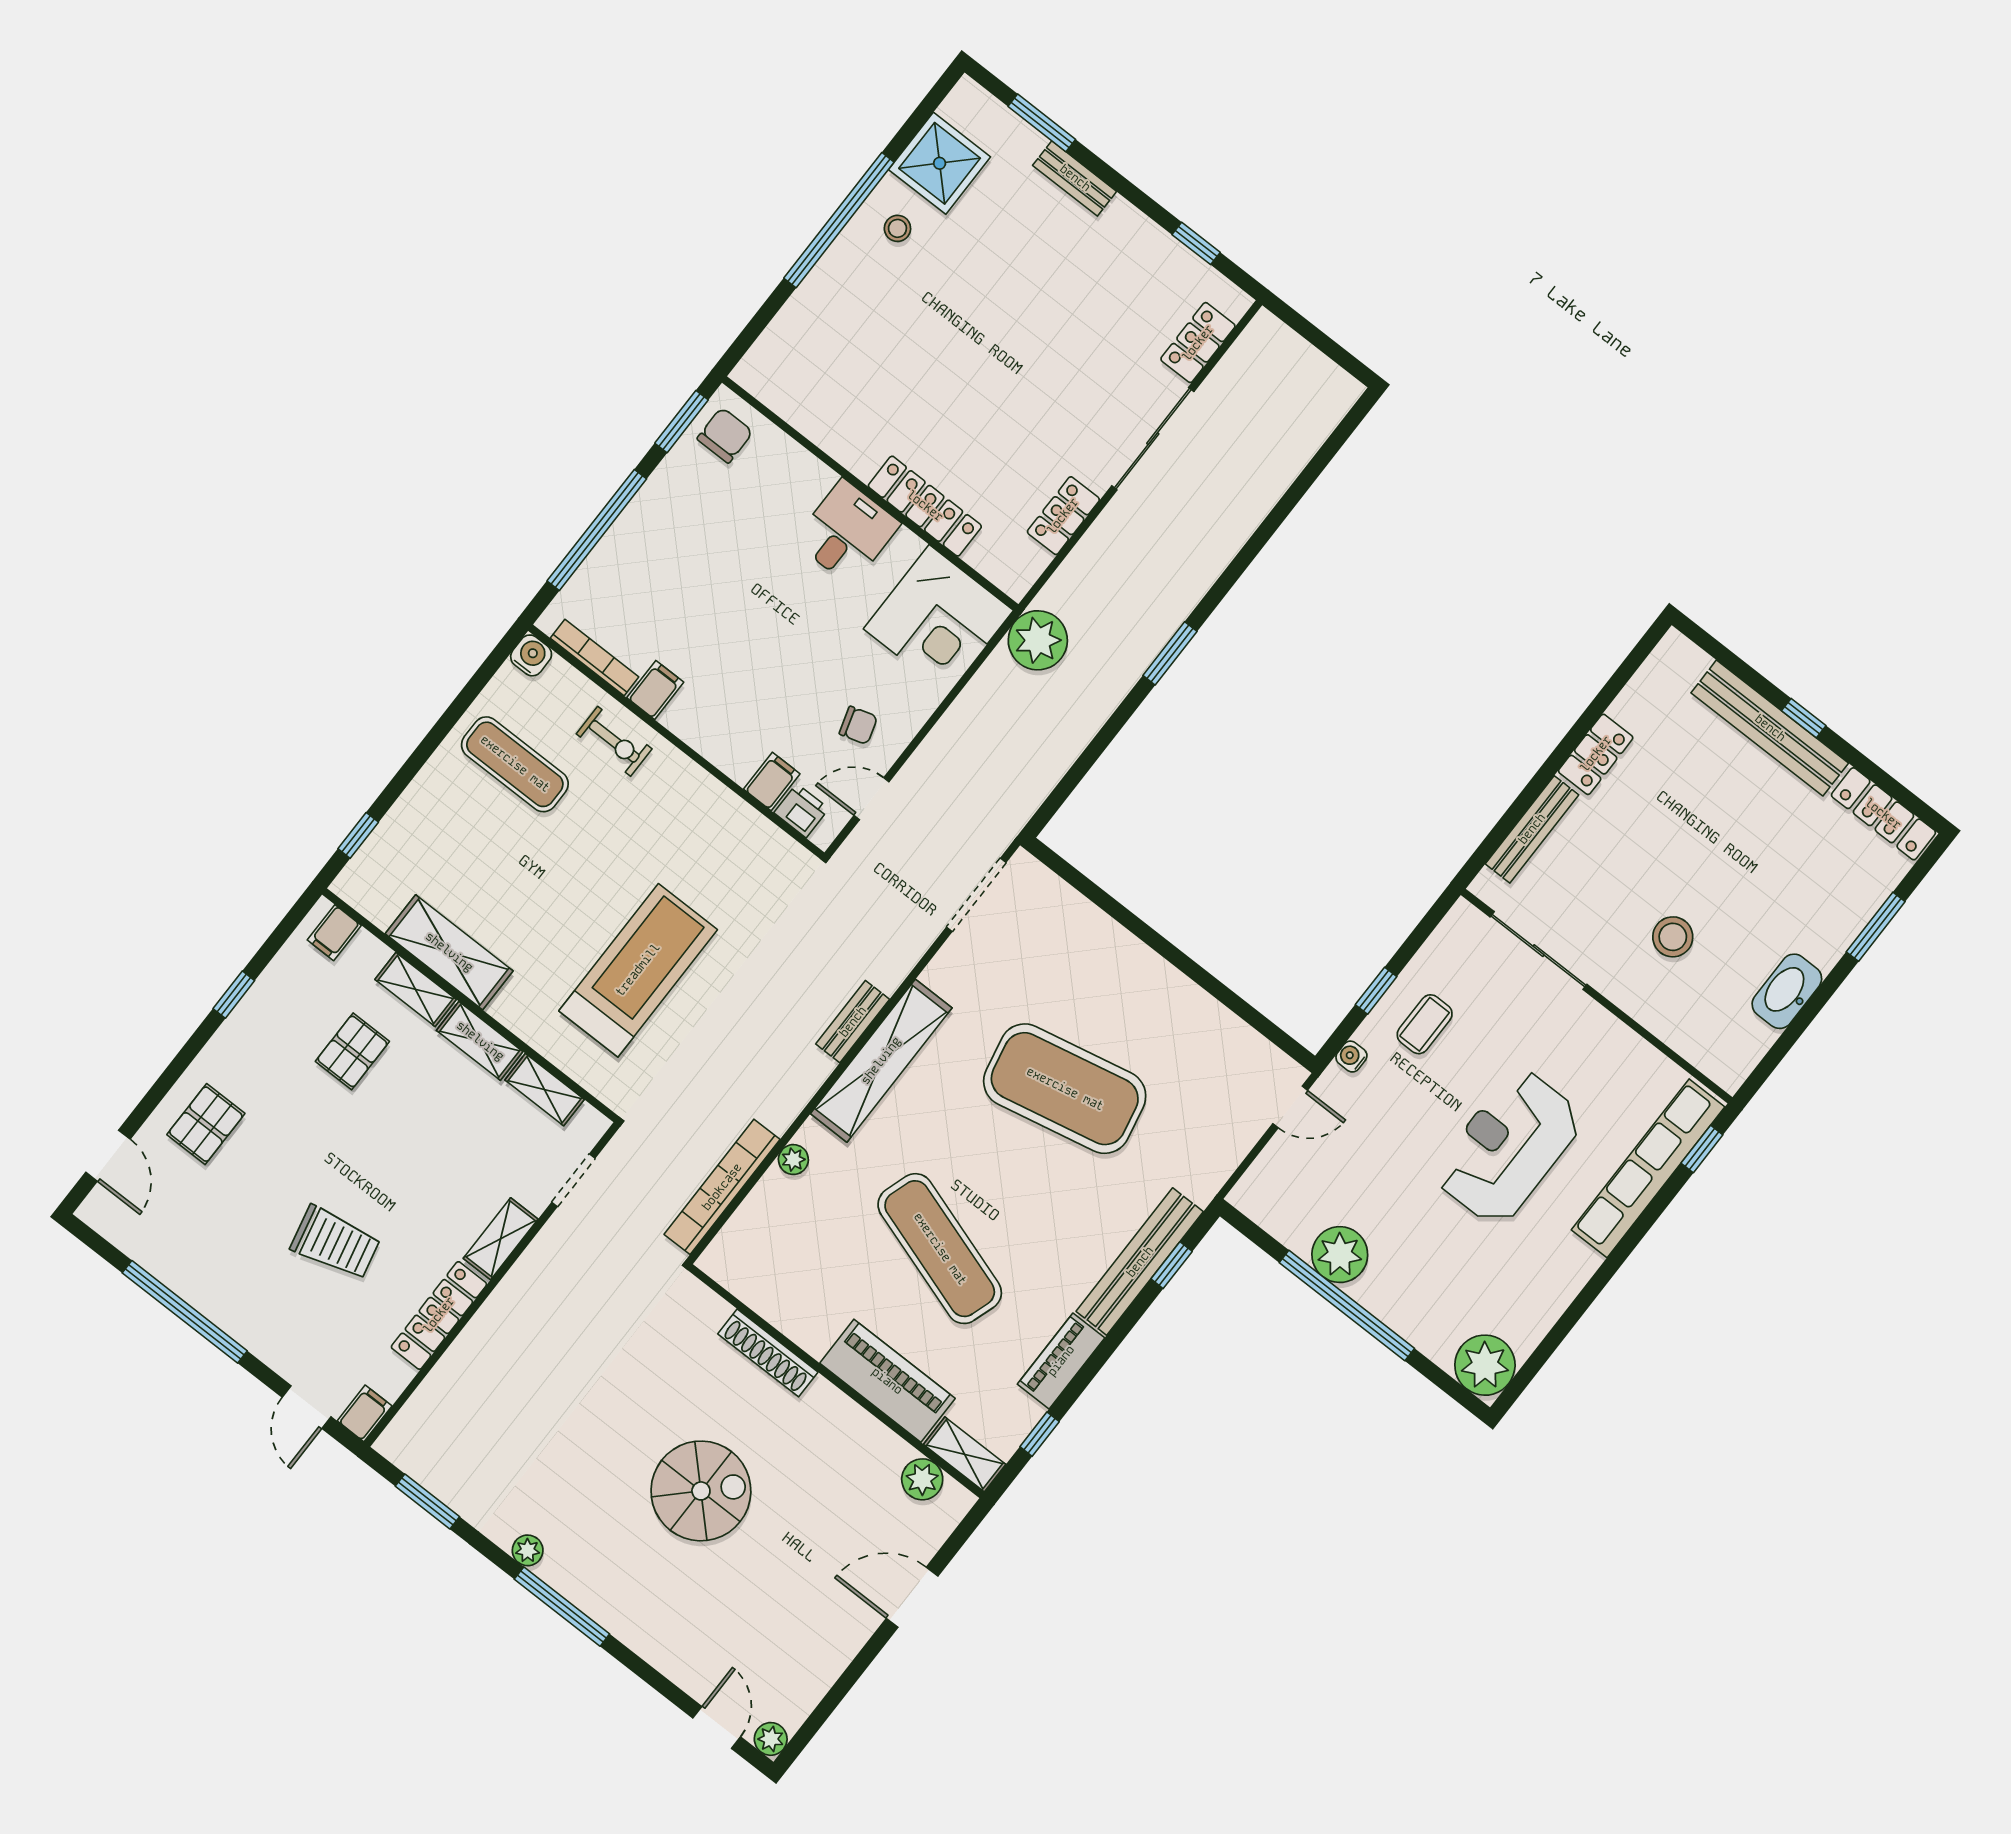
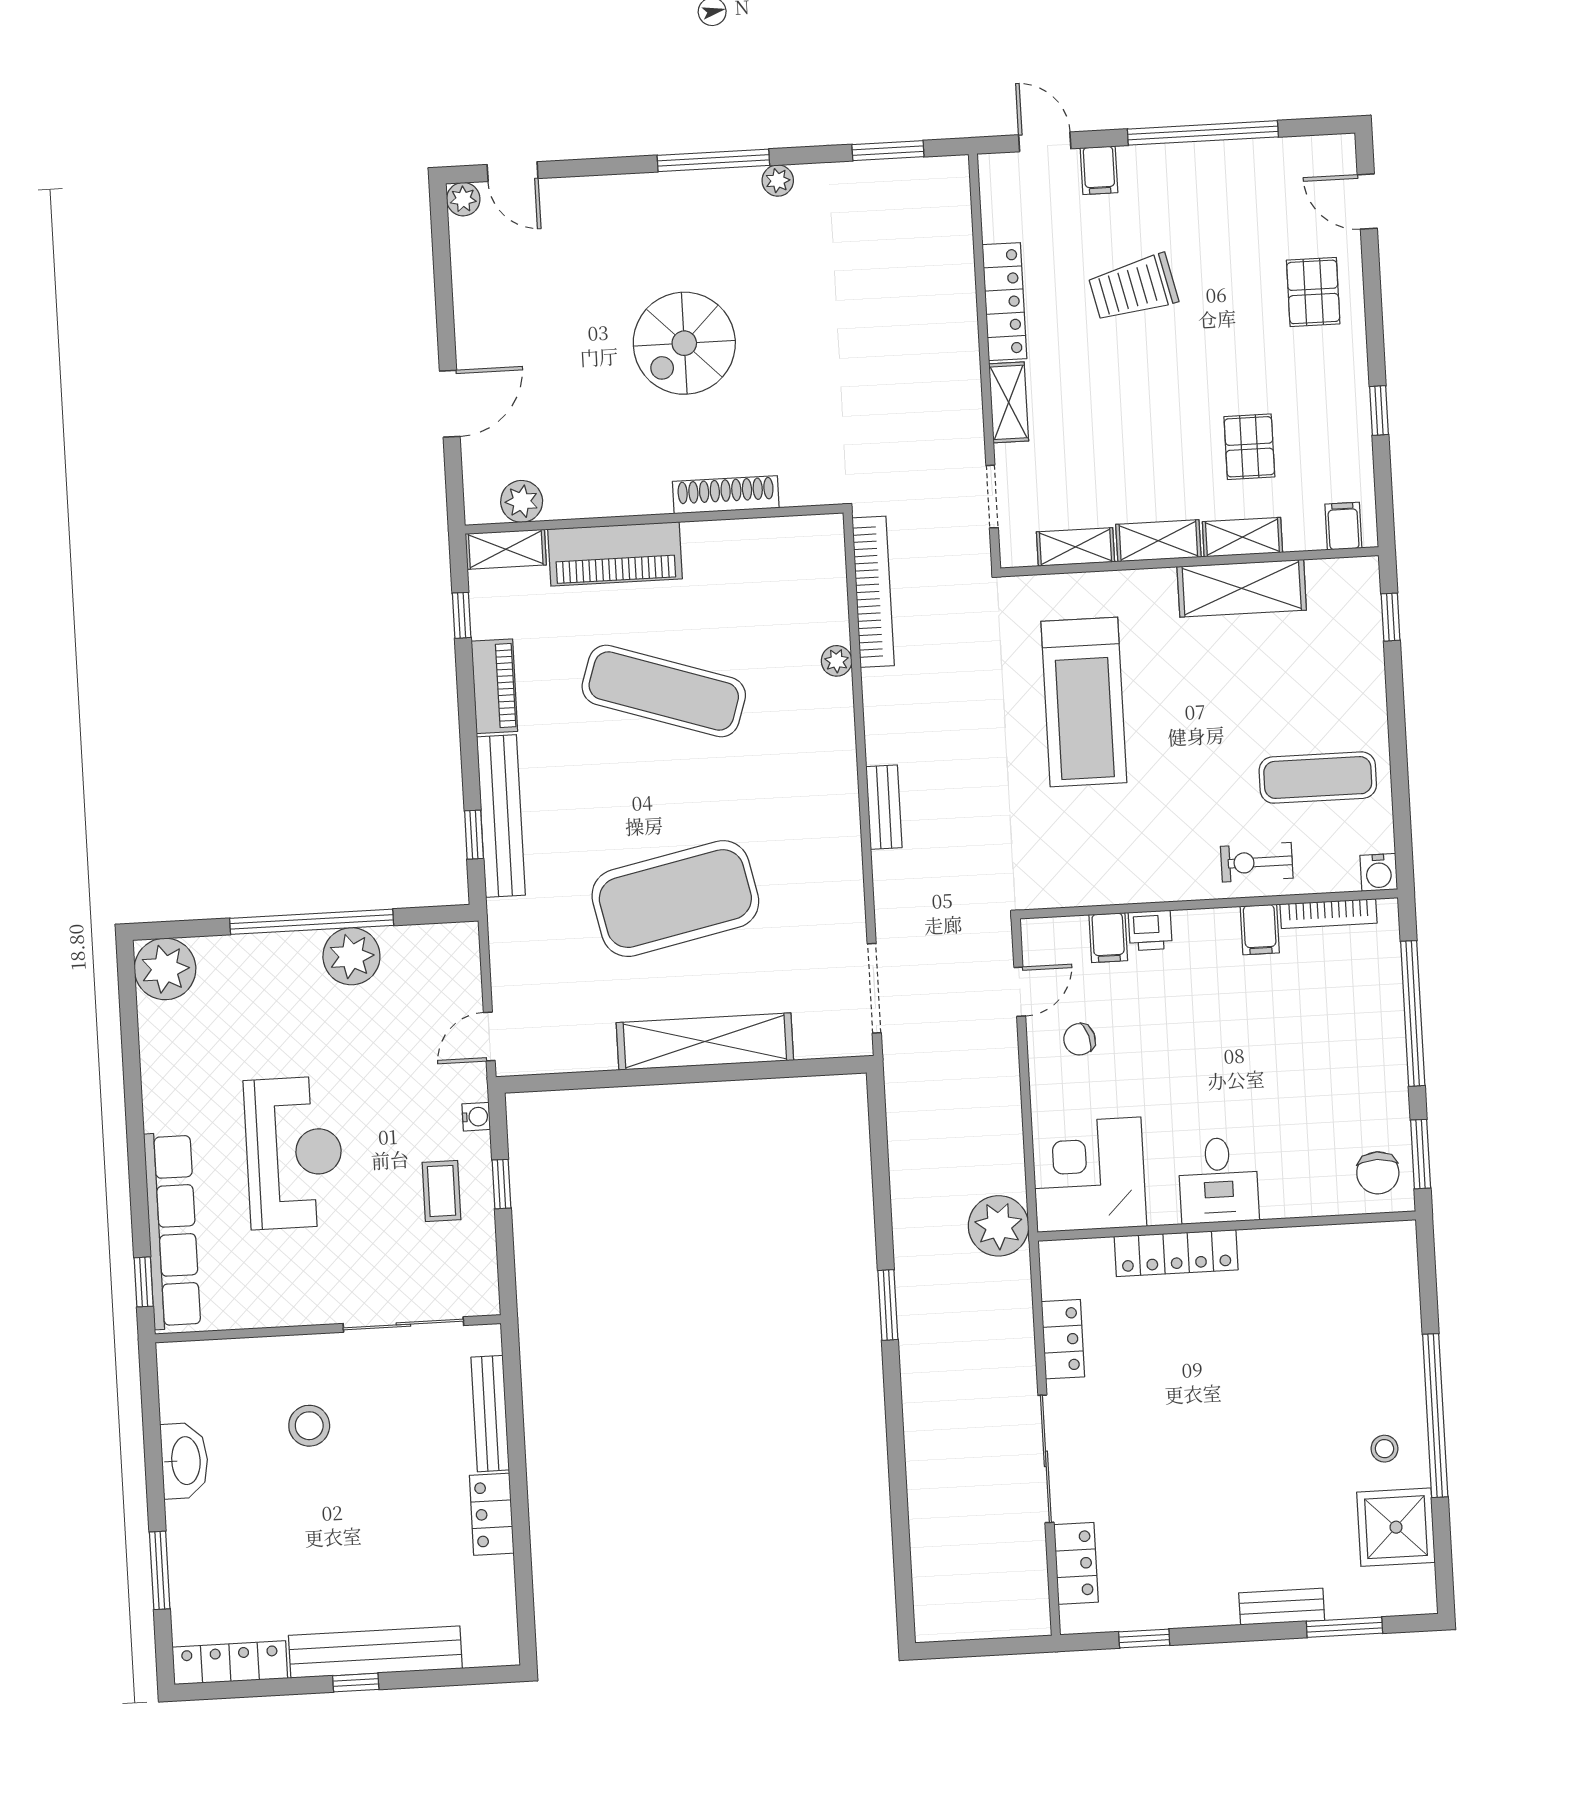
printer: (801, 811) -> (1150, 930), moved
shelving: (881, 1061) -> (705, 1041), moved, turned 90
filing cabinet: (365, 1413) -> (1099, 170), moved

